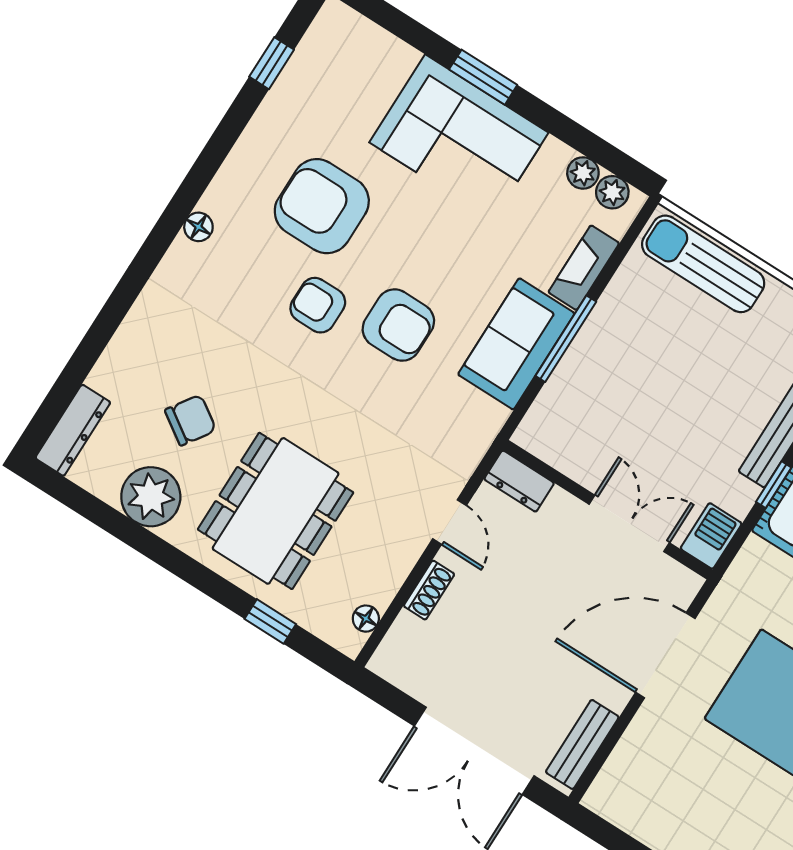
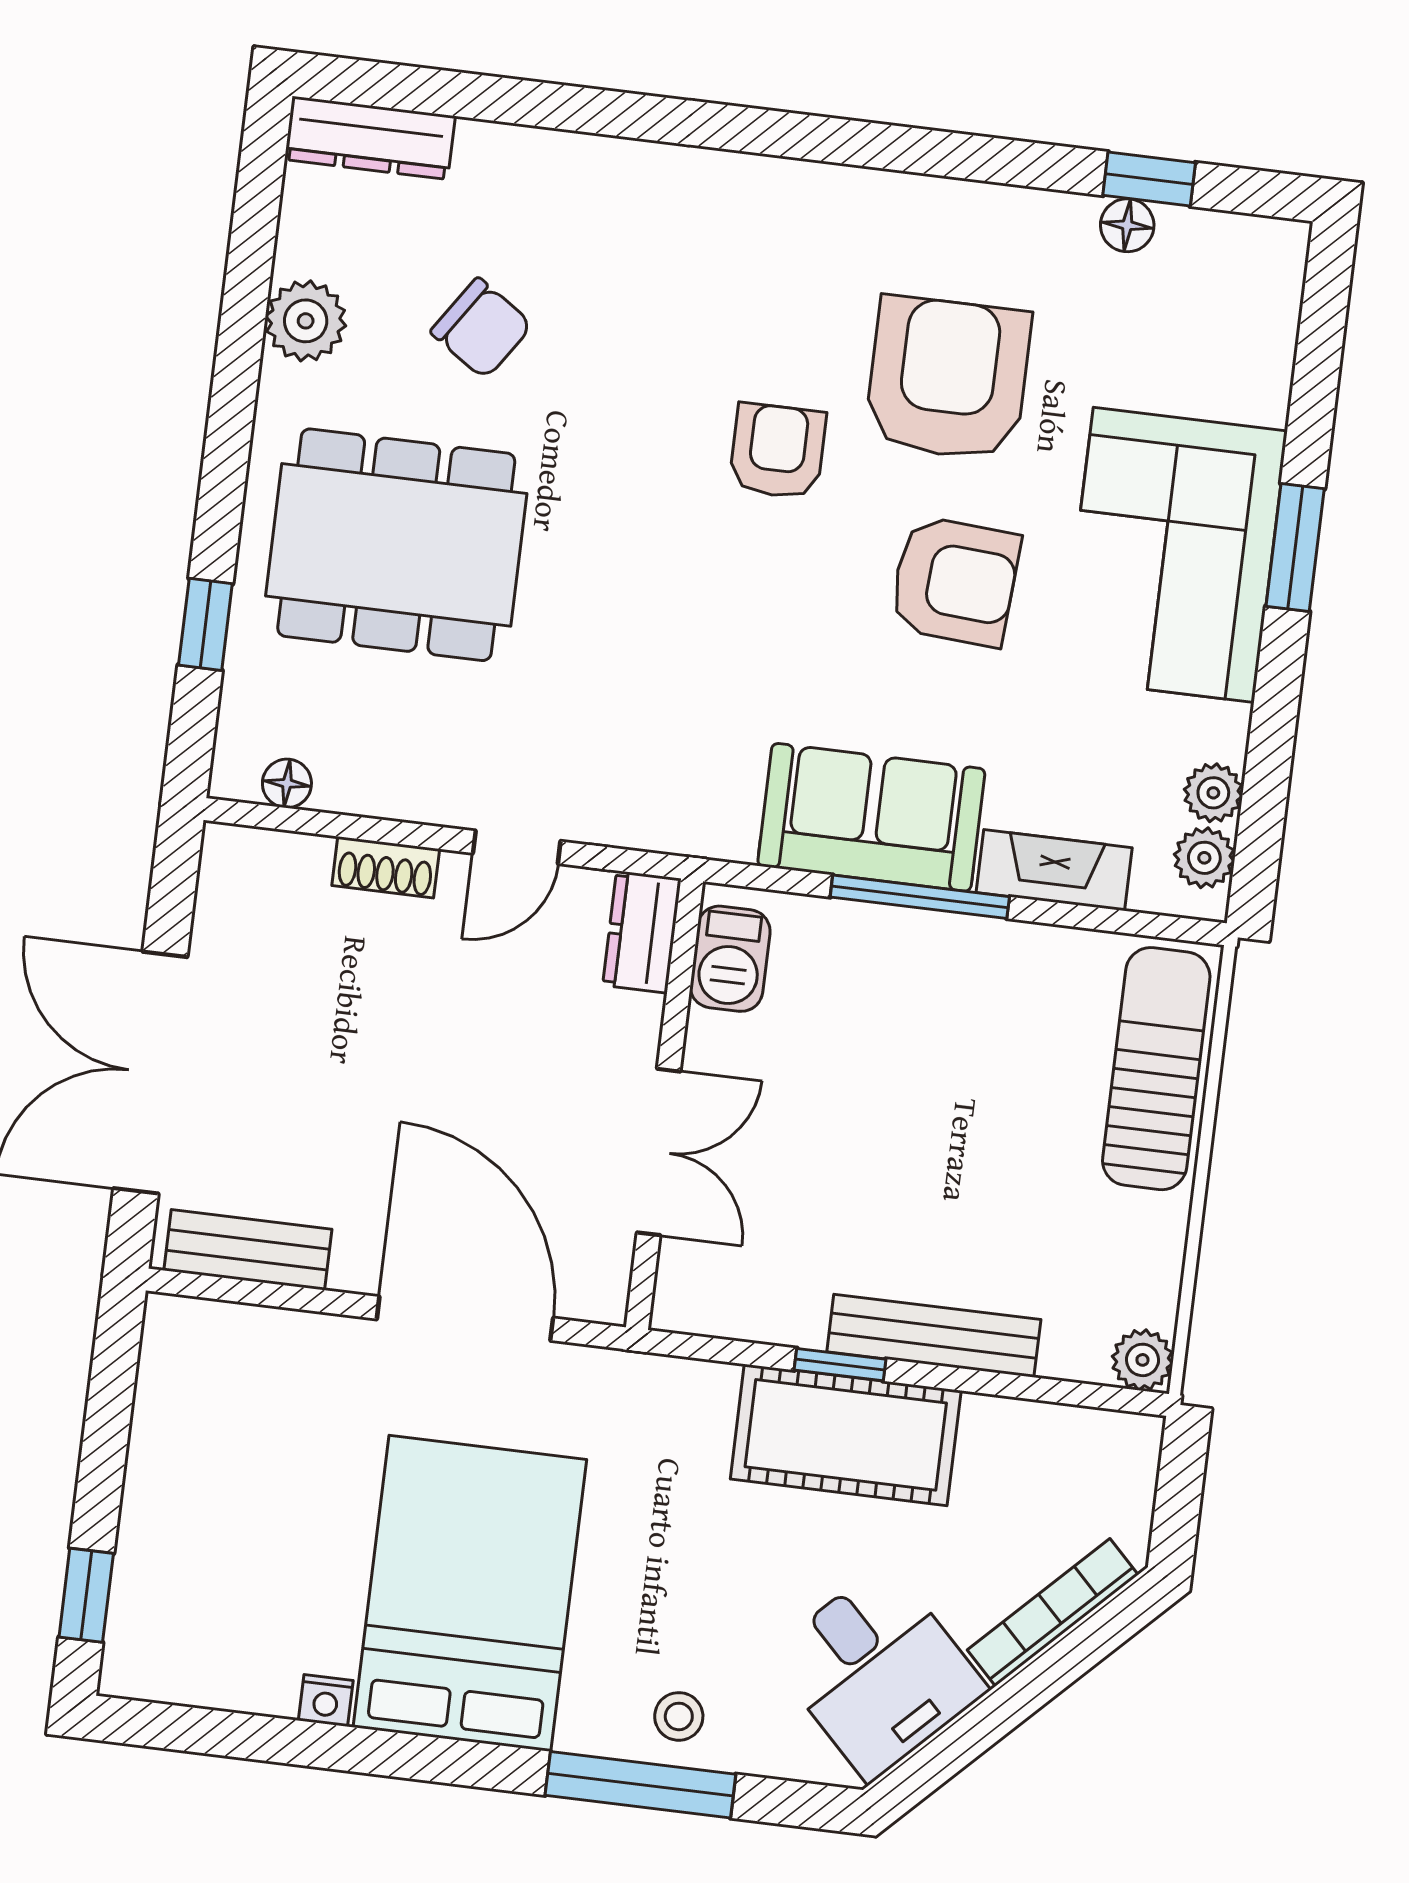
floor lamp: (198, 227) -> (1127, 225), moved
armchair: (398, 325) -> (955, 581), moved, turned -86
plant: (151, 497) -> (306, 321), width x0.73, depth x0.73
barbecue: (711, 536) -> (730, 959), moved, turned 90

